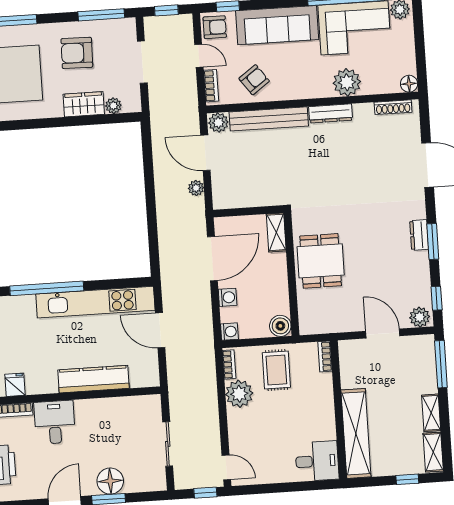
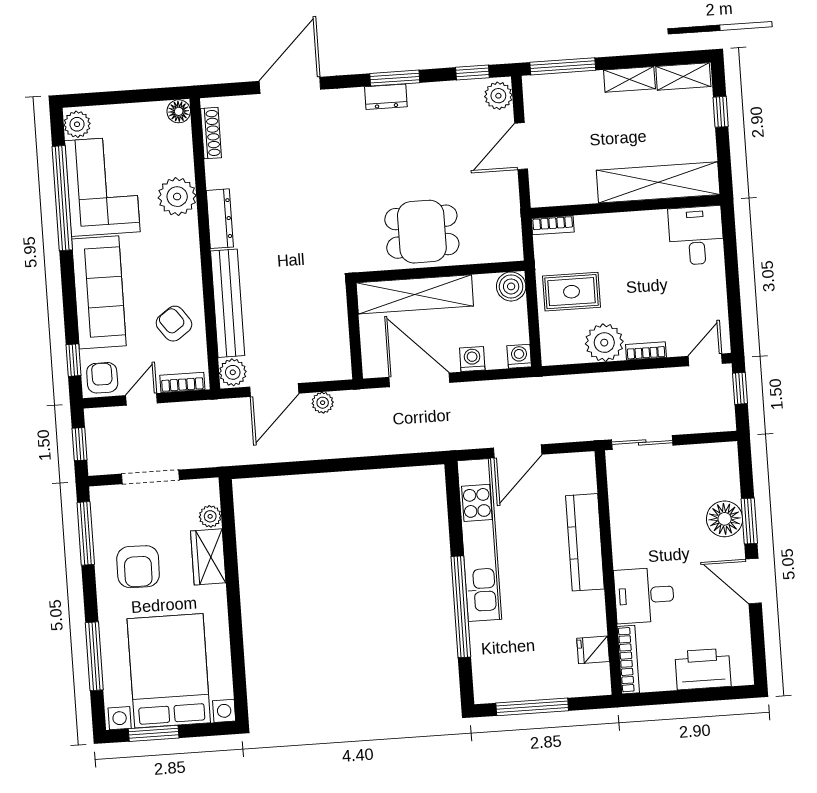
shelving: (276, 232) -> (415, 294), width x2.20, depth x1.33
bookcase: (229, 364) -> (646, 351), moved
sliding door: (168, 444) -> (642, 442), moved

